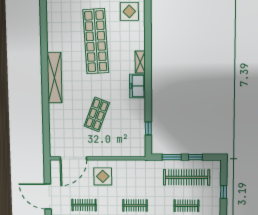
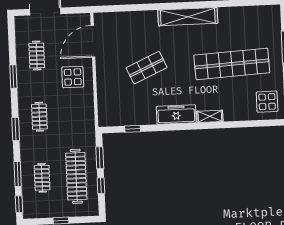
freezer: (137, 86) -> (176, 115), width x1.40
shop shelf: (97, 114) -> (147, 68), turned -45
door: (73, 158) -> (93, 41), hinge flipped

